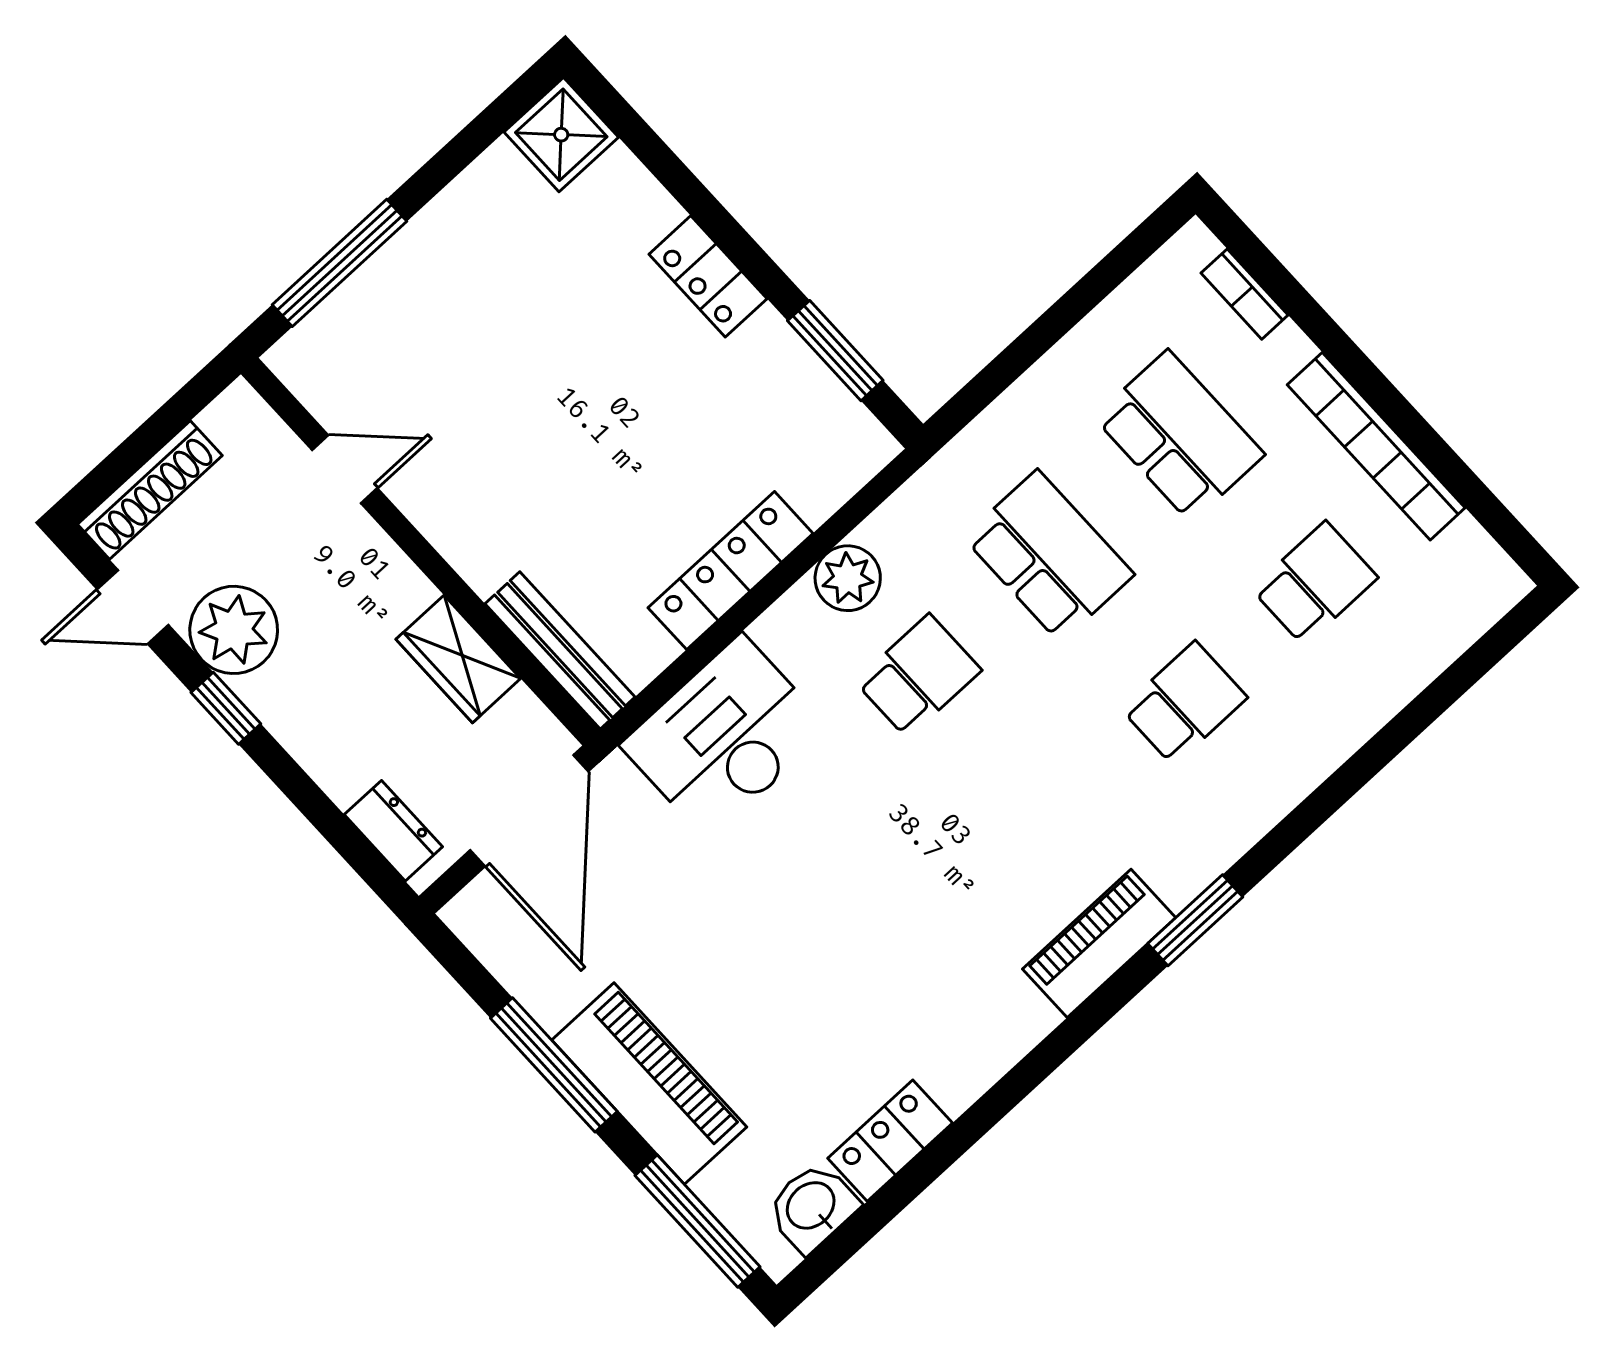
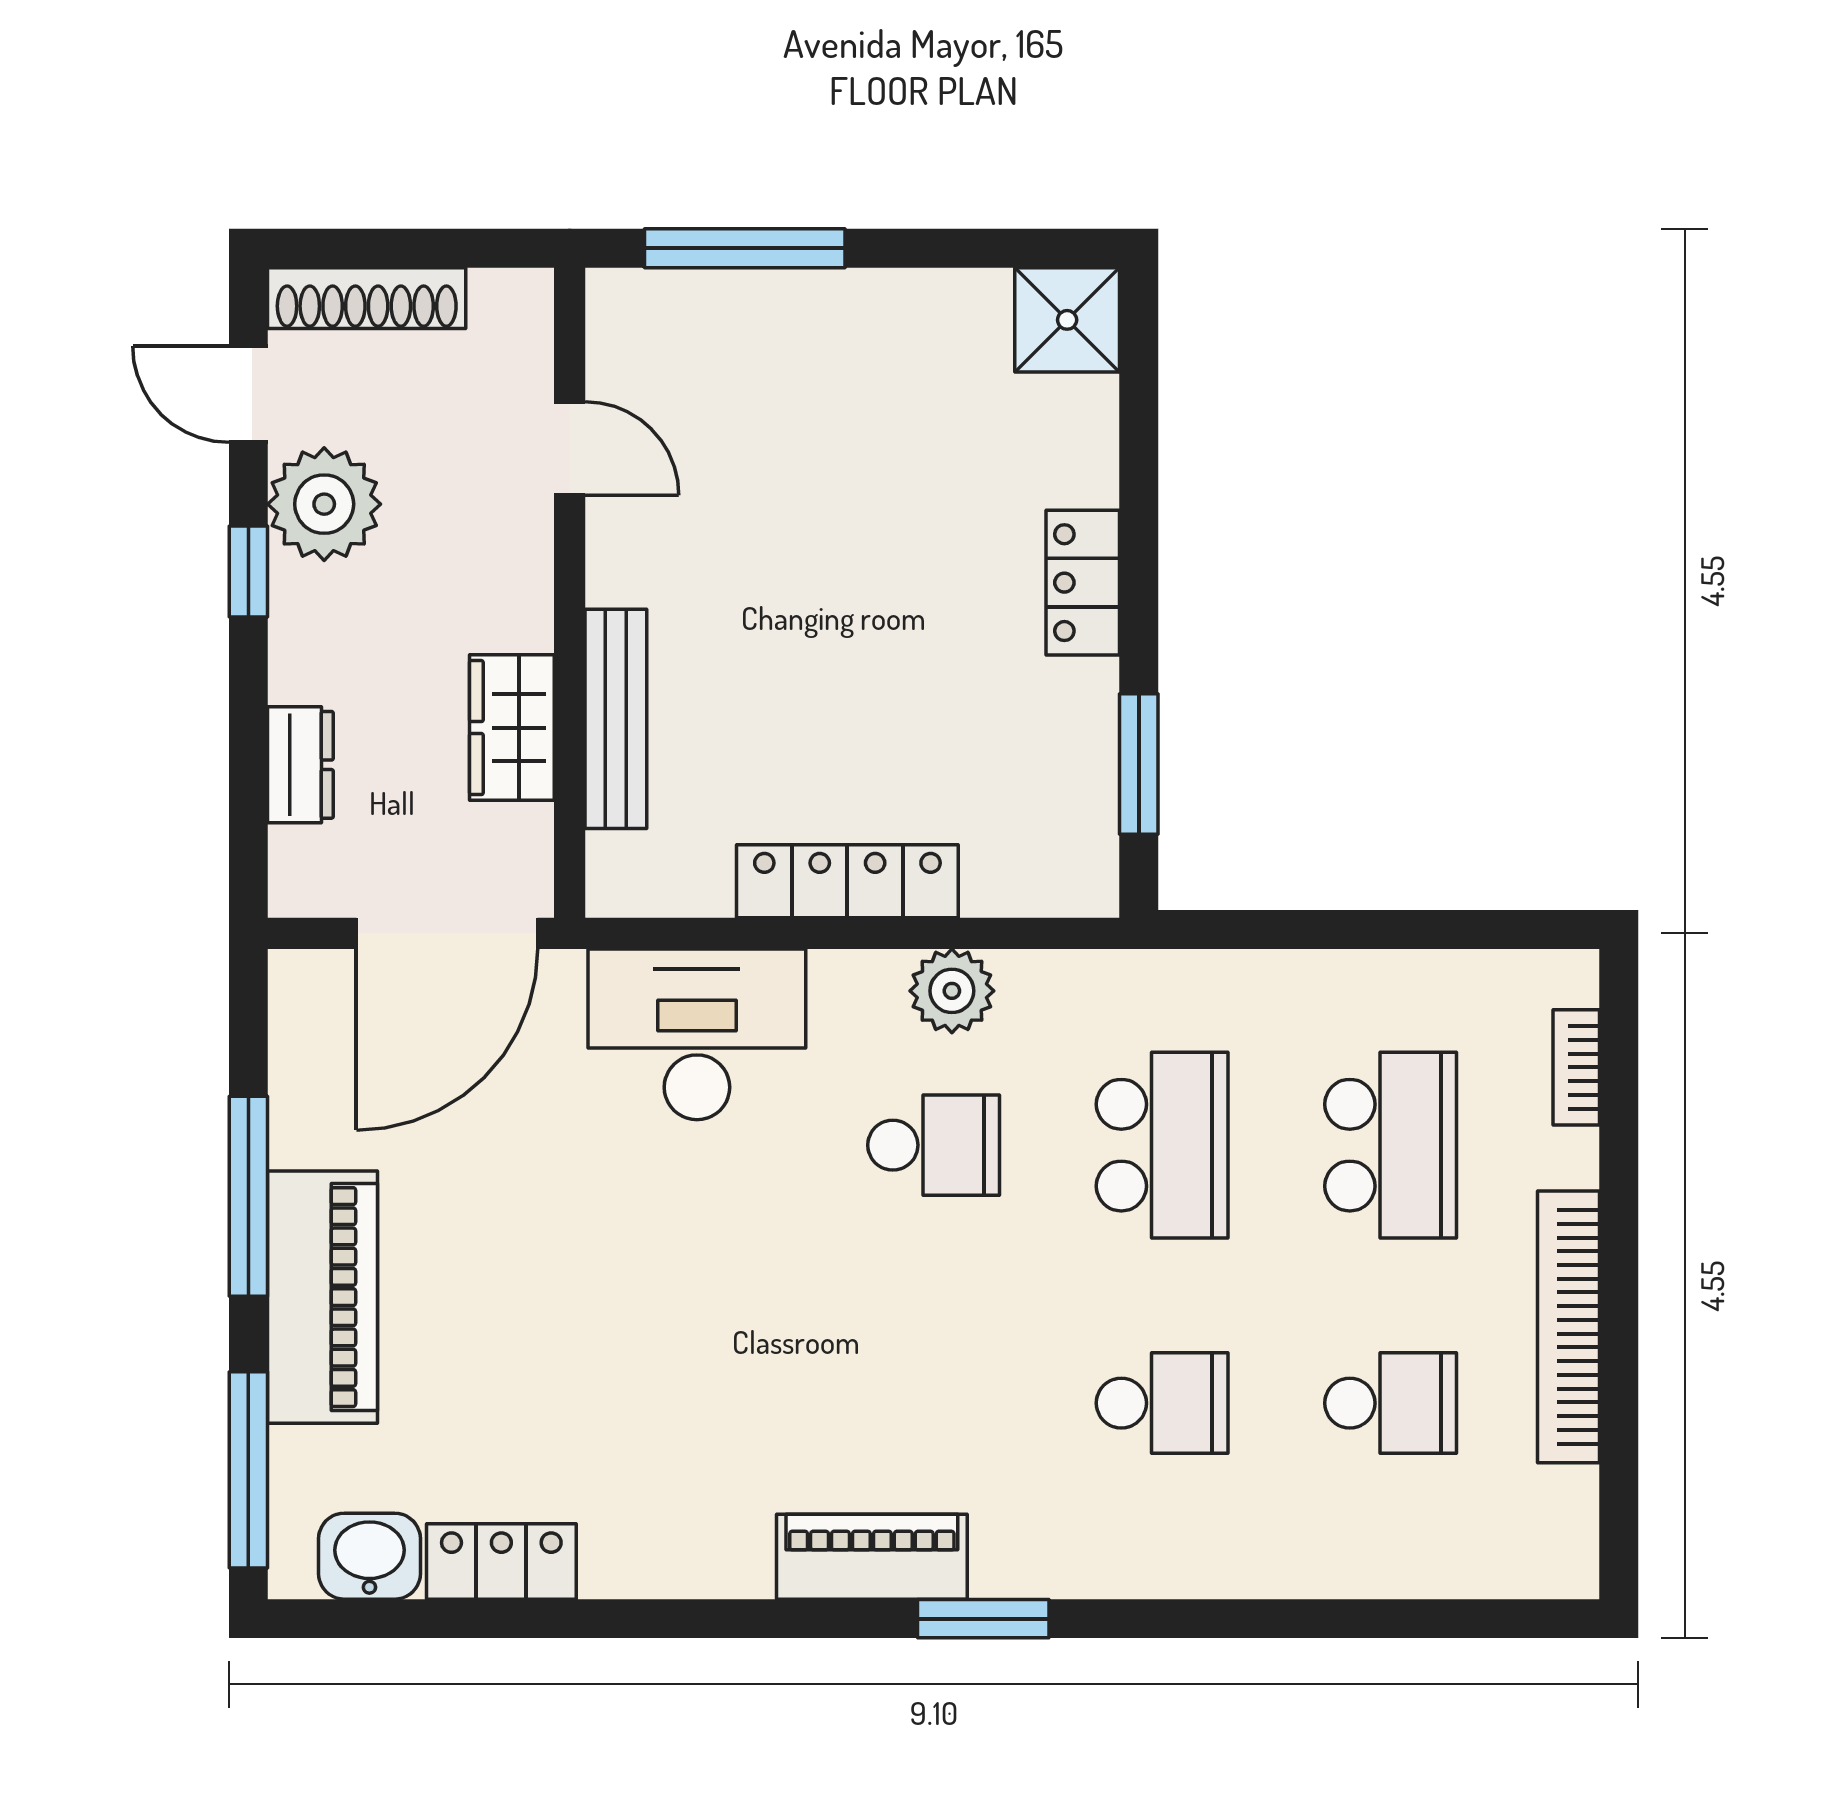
bench: (560, 650) -> (616, 719), moved
dresser: (393, 831) -> (300, 765), moved

